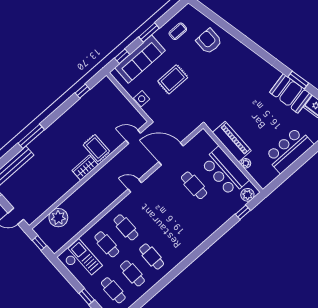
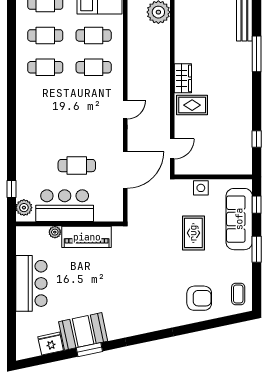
coffee table: (178, 31) -> (238, 294), moved

